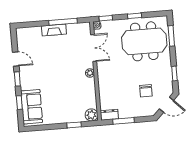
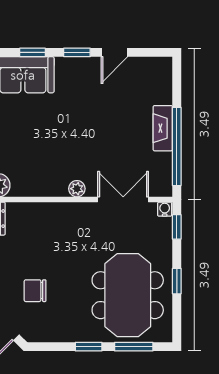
window: (63, 22) -> (177, 146), width x1.46
double door: (94, 48) -> (123, 199), swing flipped
window: (174, 73) -> (89, 347), moved

